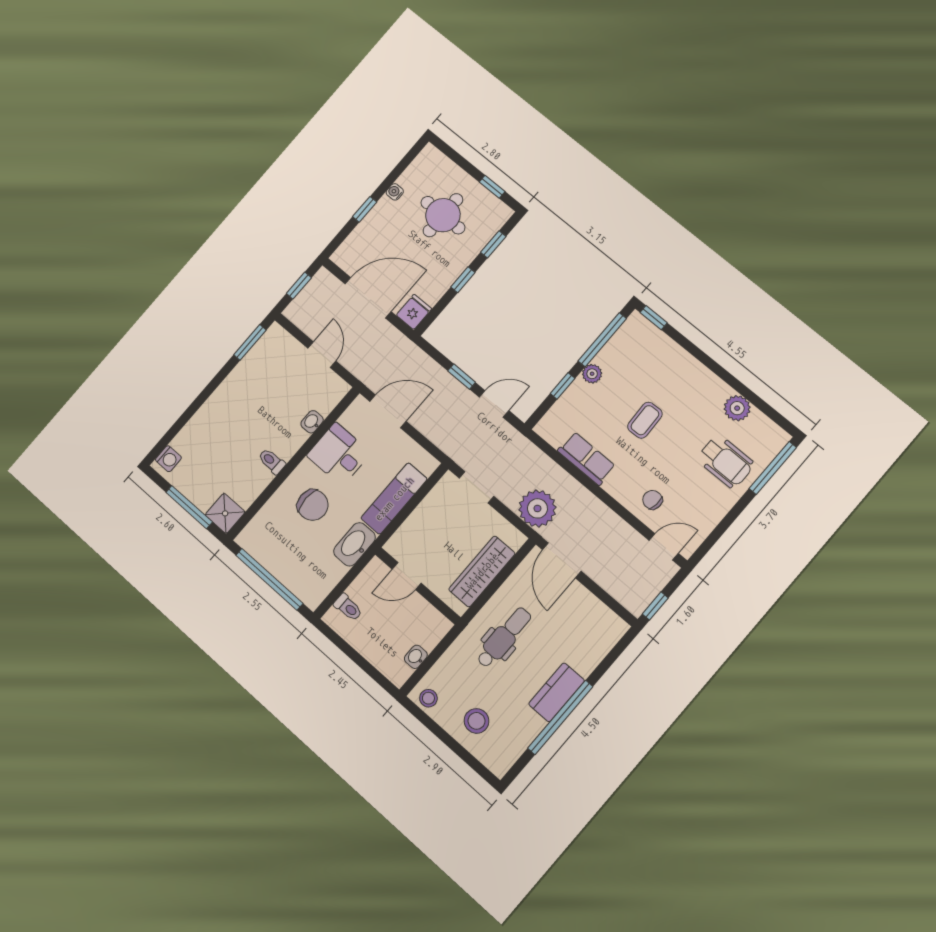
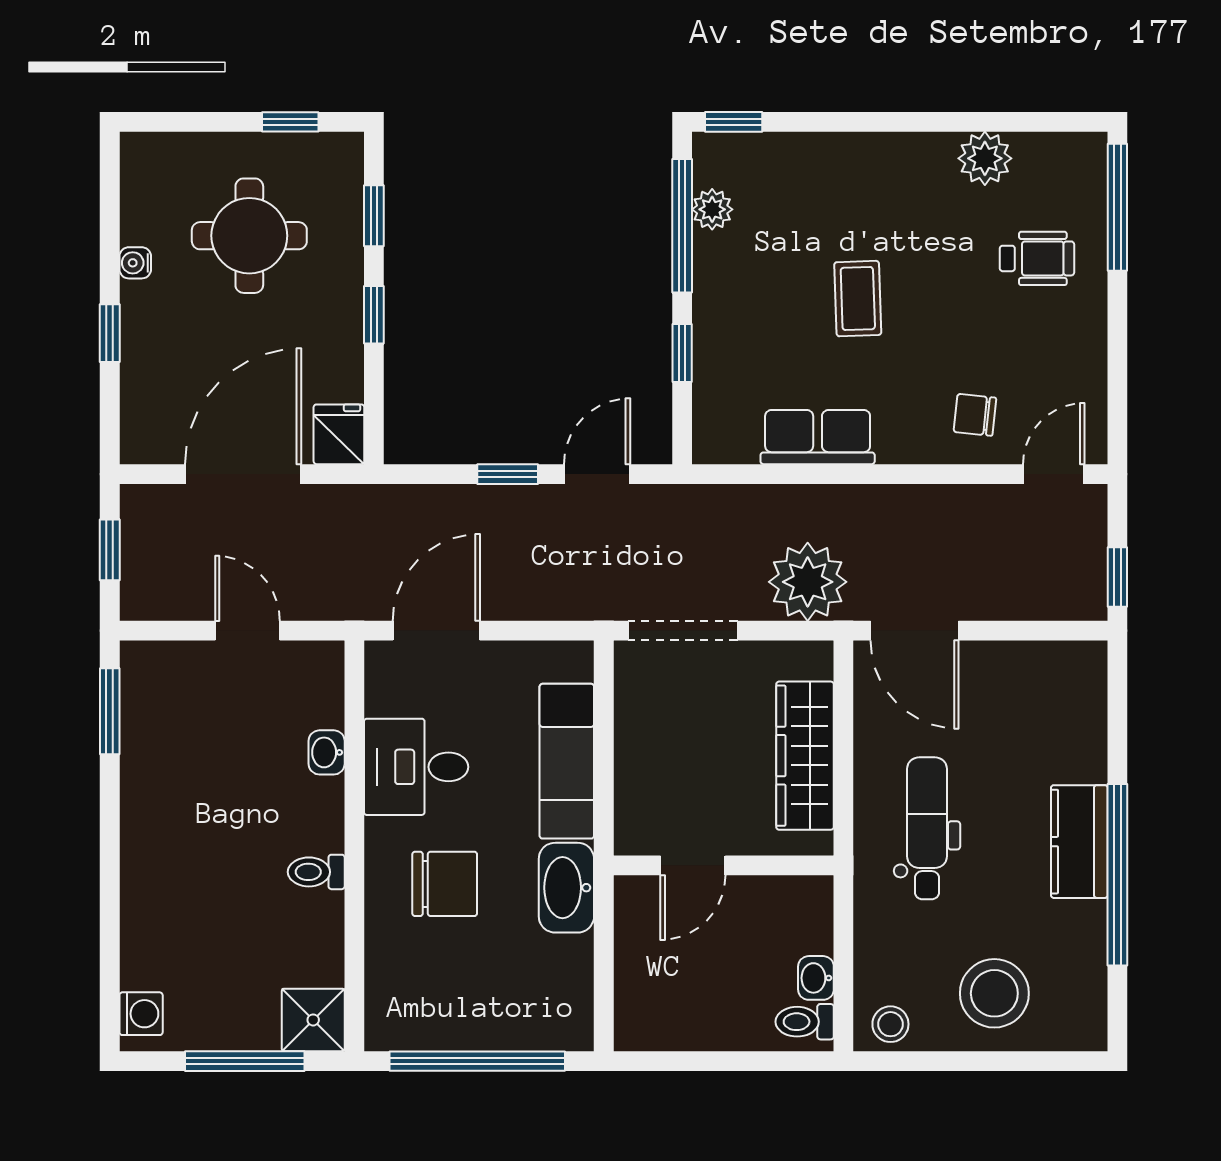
plant: (592, 374) -> (712, 209), moved
wheelchair: (726, 462) -> (1037, 258), width x0.73, depth x0.73
doorway: (477, 487) -> (683, 631), width x1.38
toilet: (348, 607) -> (805, 1022), moved, turned 180
stool: (476, 721) -> (994, 993), width x1.38, depth x1.38

